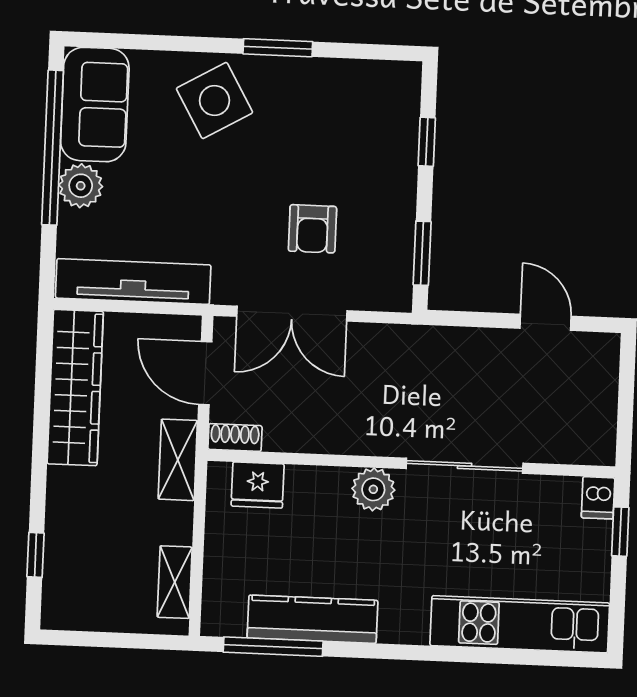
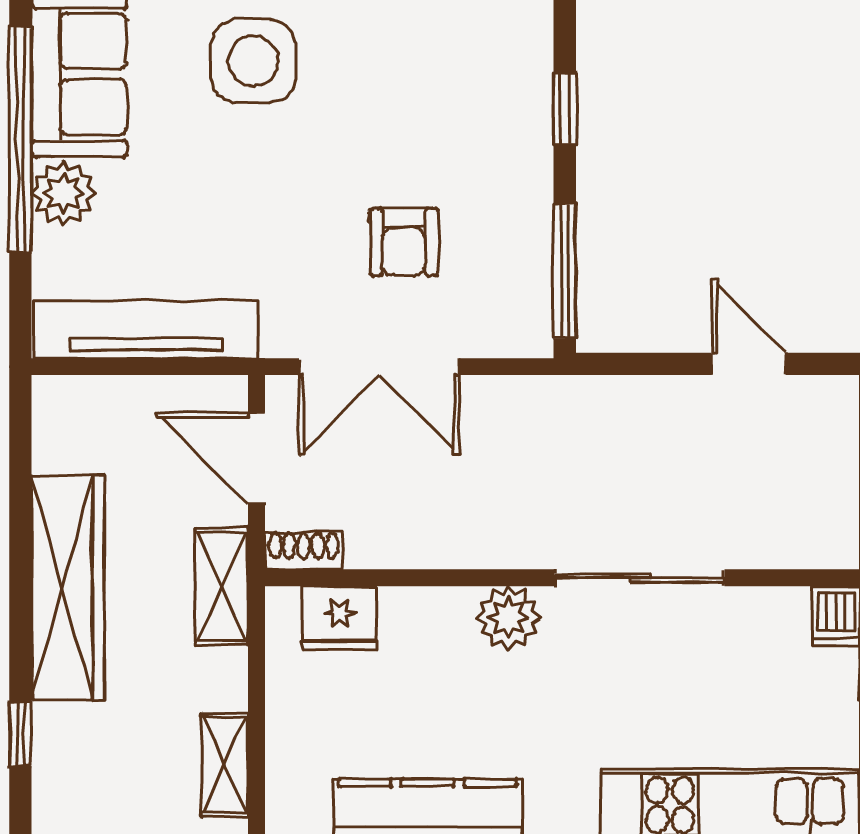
side table: (214, 101) -> (253, 61), turned 30
window: (422, 253) -> (565, 271), width x1.44
wardrobe: (75, 388) -> (68, 588), moved

